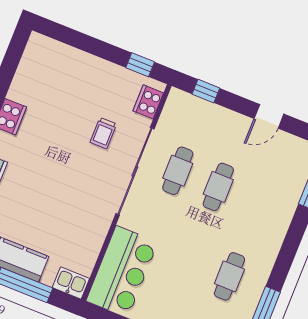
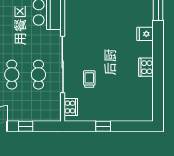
window: (140, 65) -> (103, 126), moved
window: (206, 91) -> (26, 126), moved

